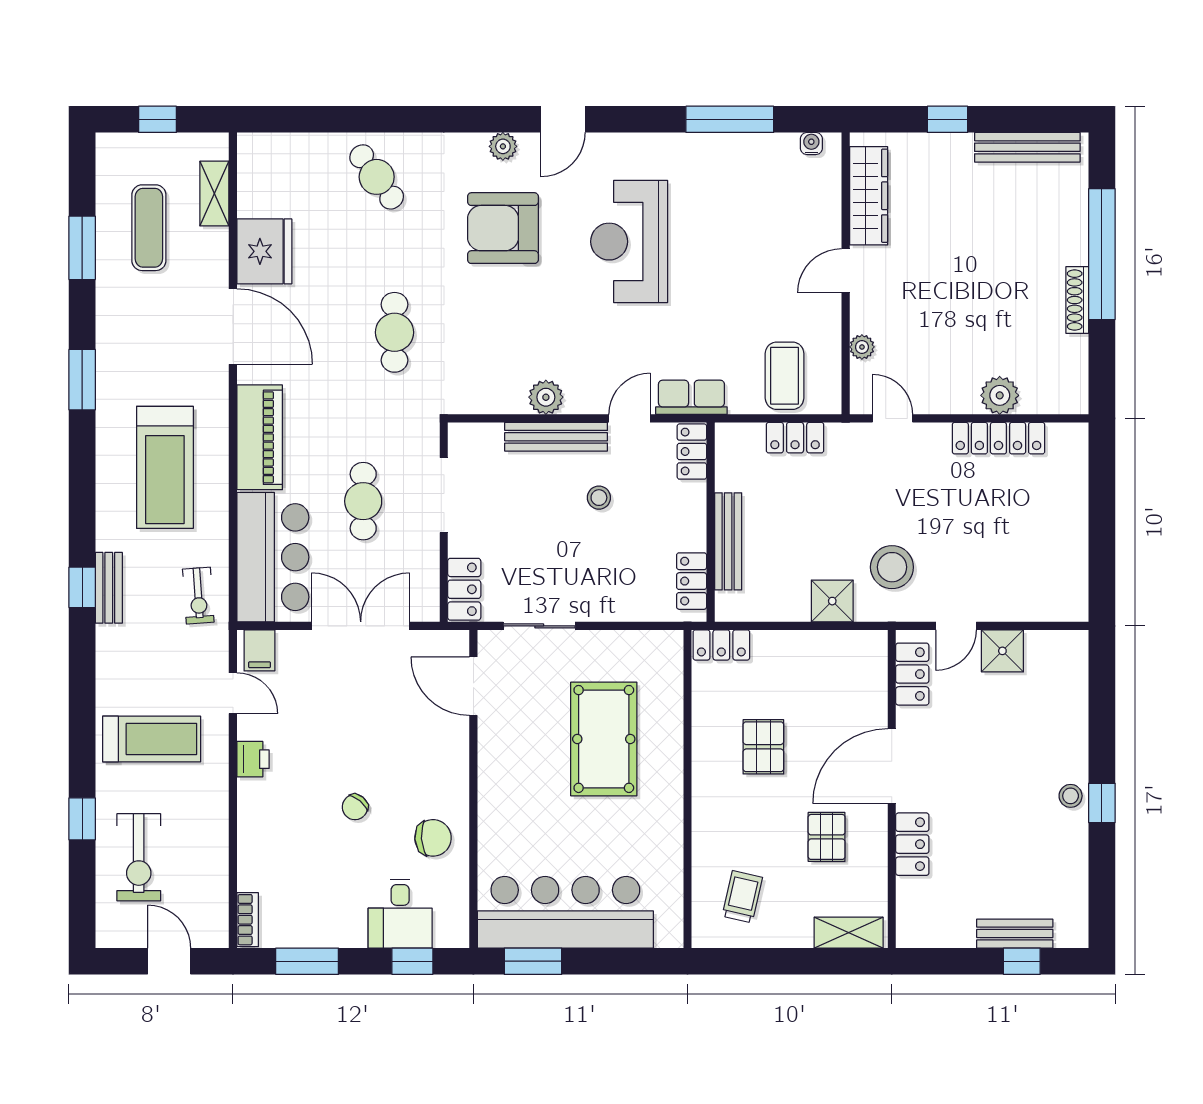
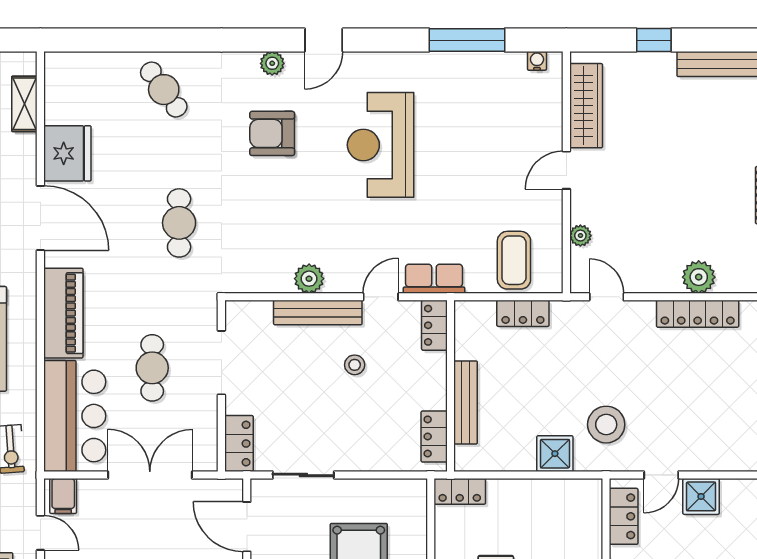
armchair: (503, 228) -> (272, 133), width x0.73, depth x0.73

